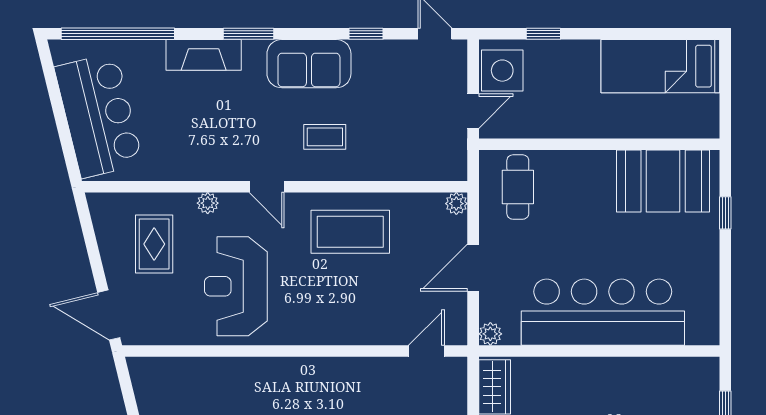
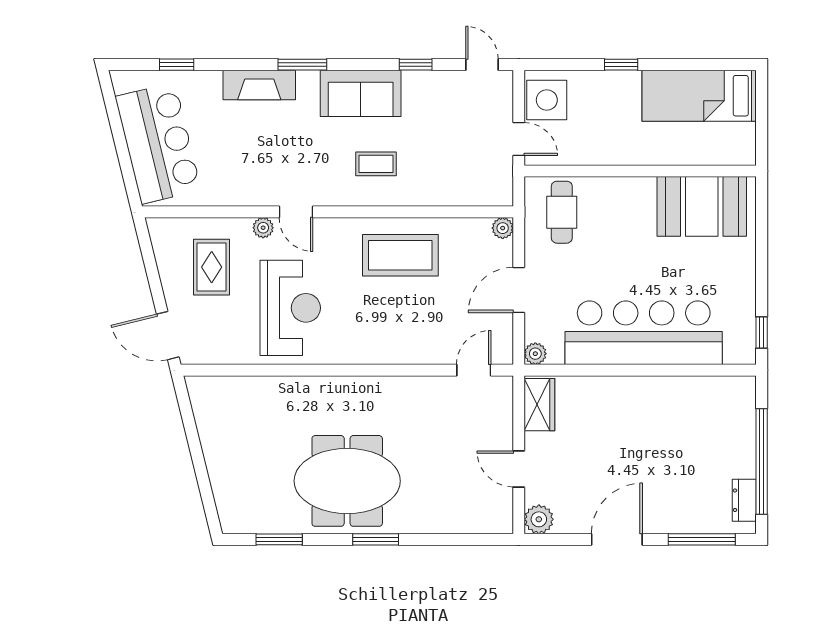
window: (118, 34) -> (177, 65), width x0.32
window: (543, 34) -> (621, 65), moved
door: (473, 111) -> (519, 139), hinge flipped
door: (267, 187) -> (296, 212), moved
window: (725, 213) -> (762, 333), moved
reception desk: (236, 286) -> (290, 308), turned 180

